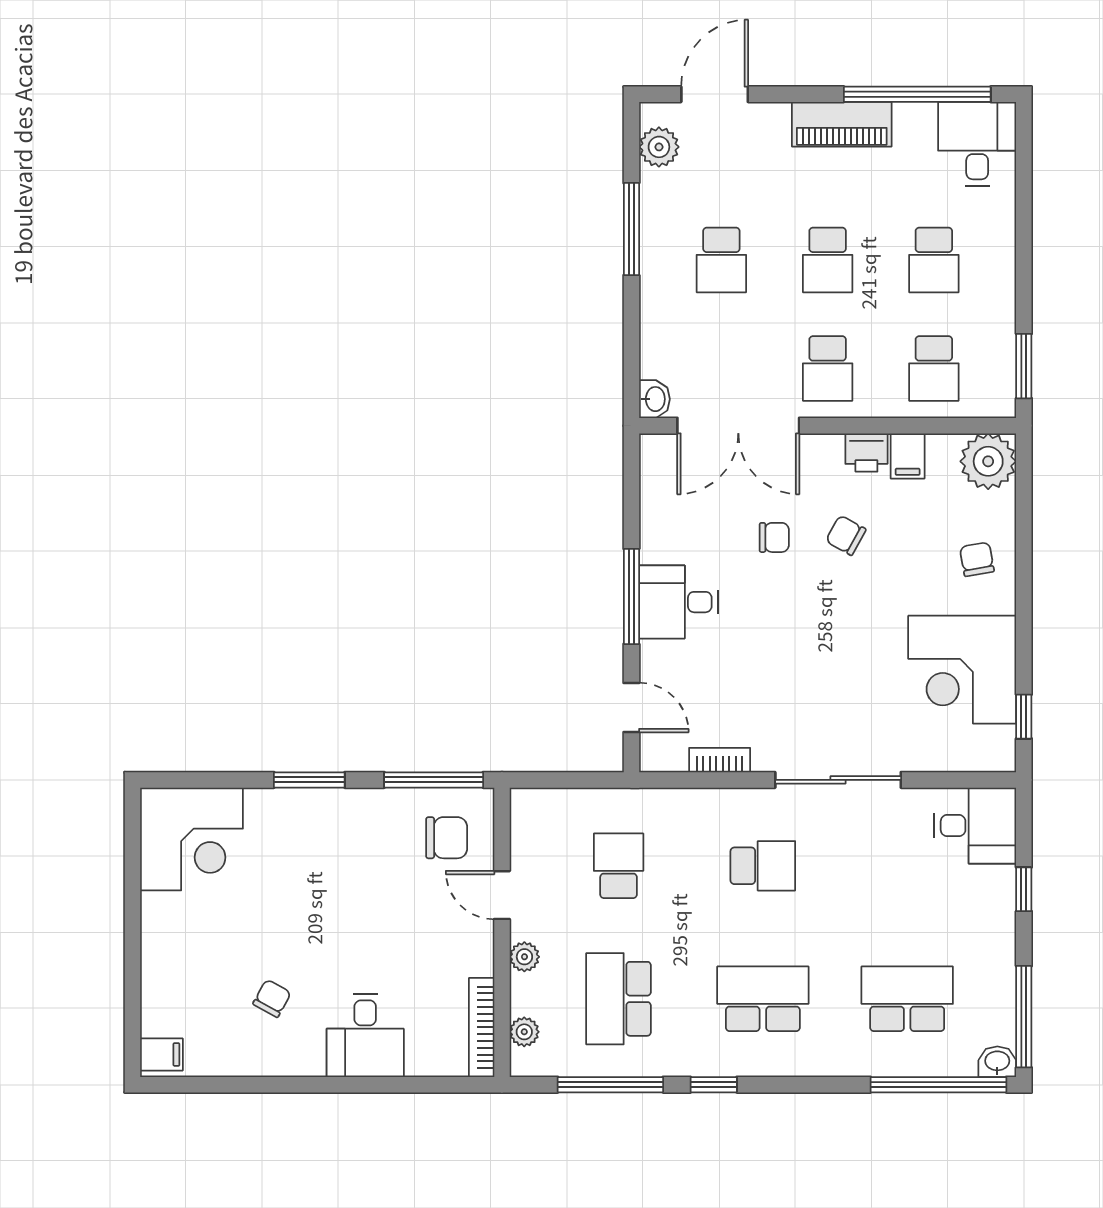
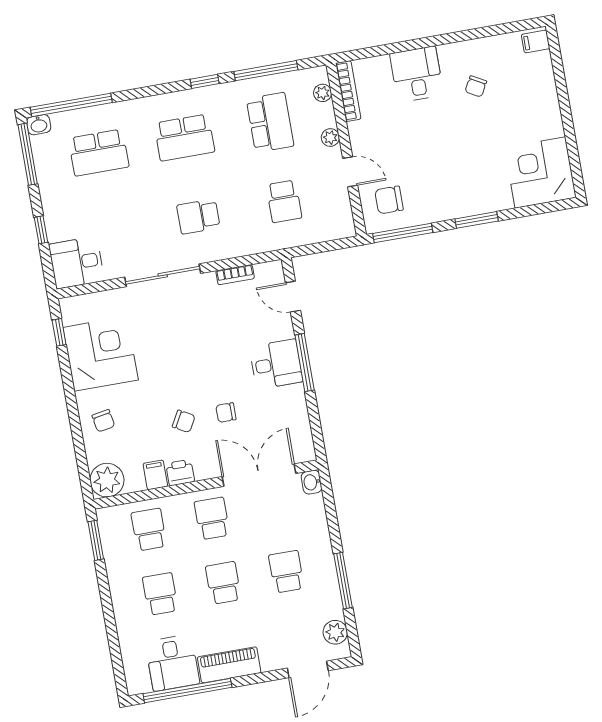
desk: (977, 144) -> (172, 663), moved

